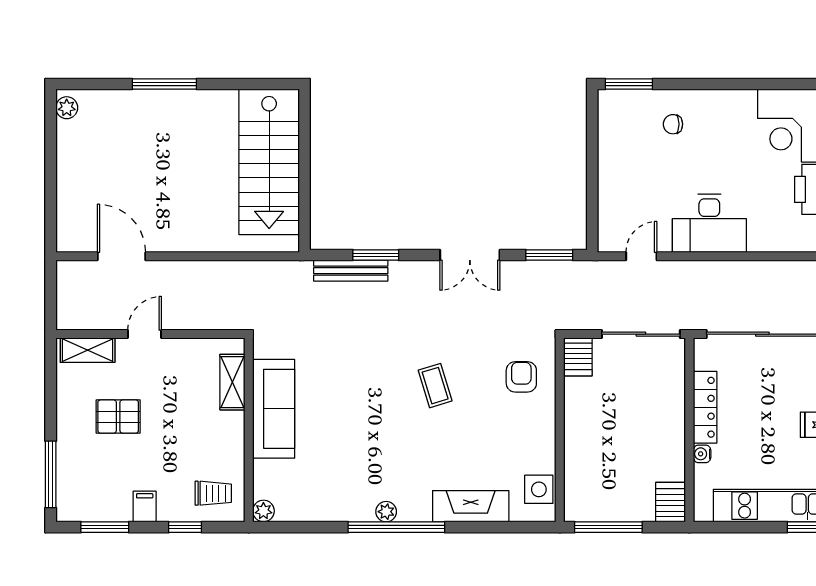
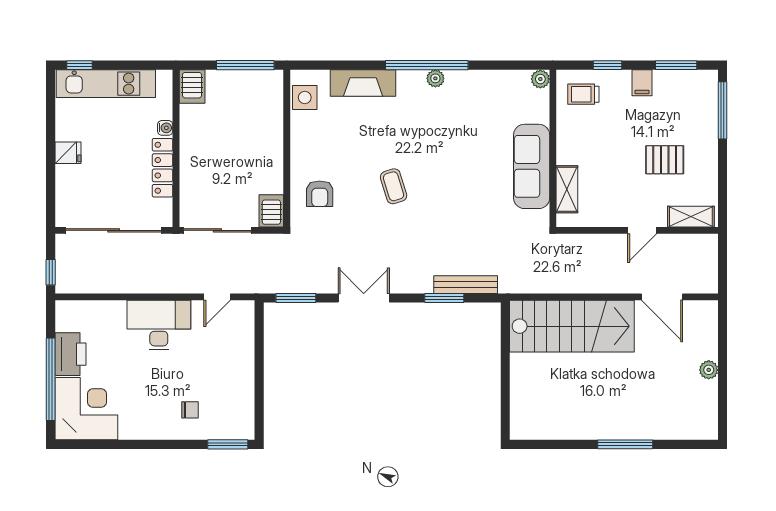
plant: (67, 108) -> (709, 370), moved
stairs: (269, 162) -> (572, 326), moved, turned 90

